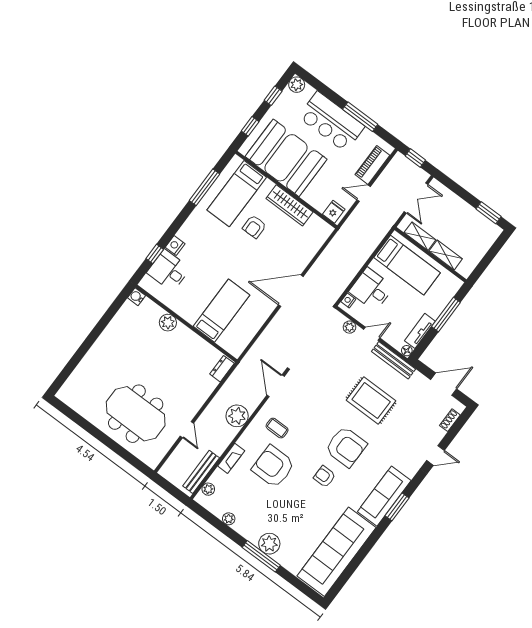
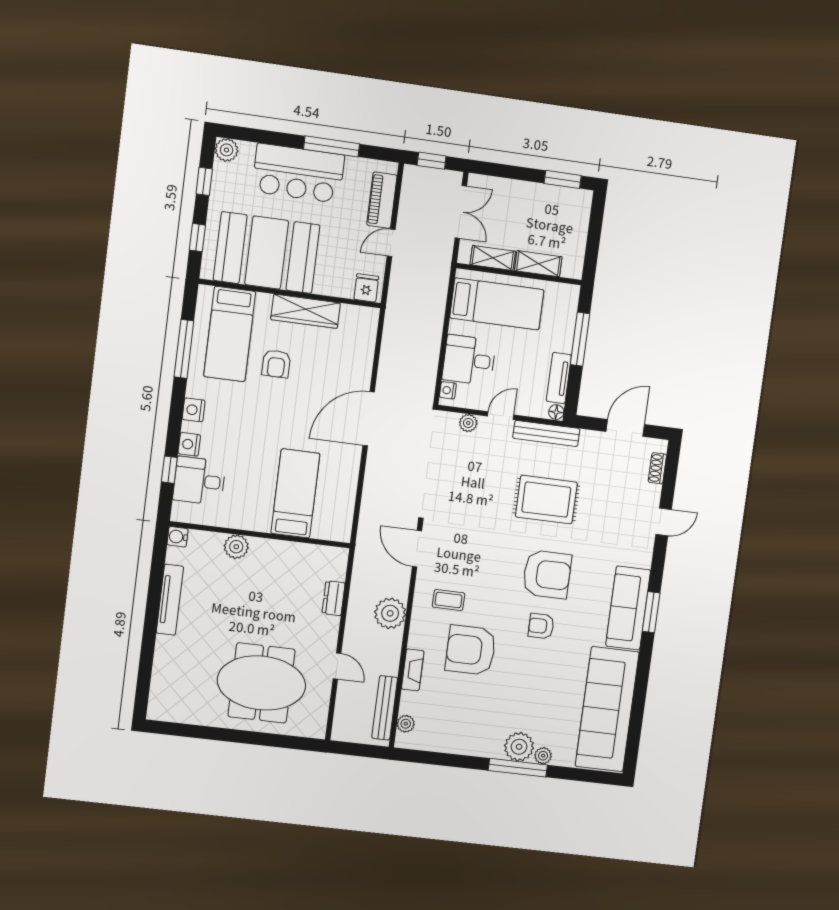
nightstand: (189, 227) -> (194, 410), added
tv unit: (110, 332) -> (170, 600), added
dresser: (222, 369) -> (334, 598), moved
plant: (229, 519) -> (543, 756), moved

